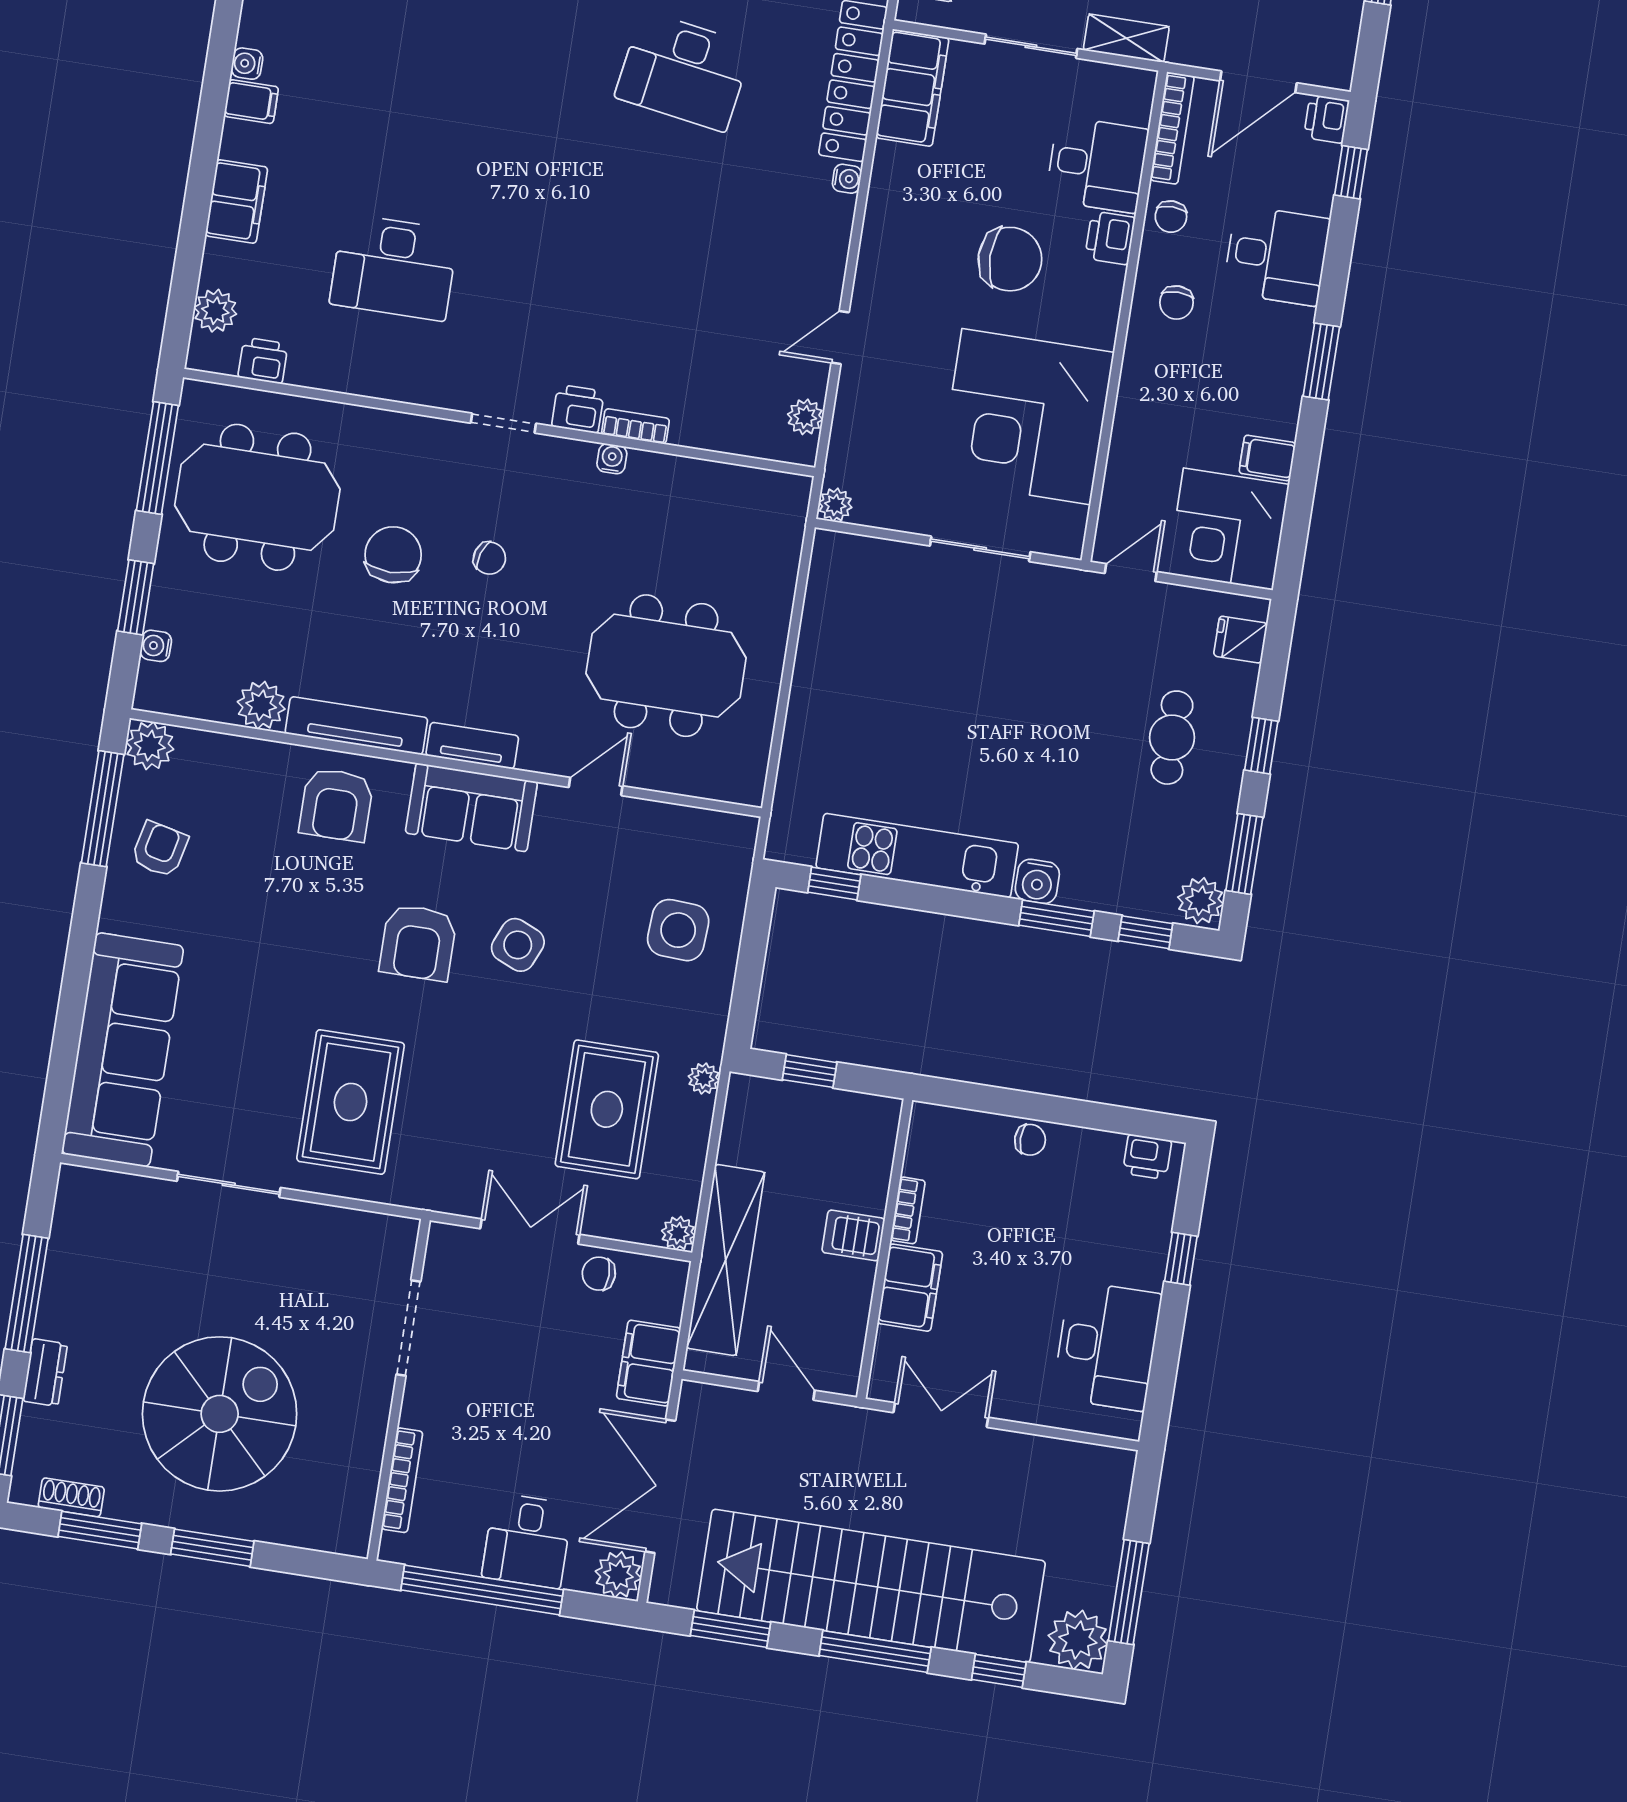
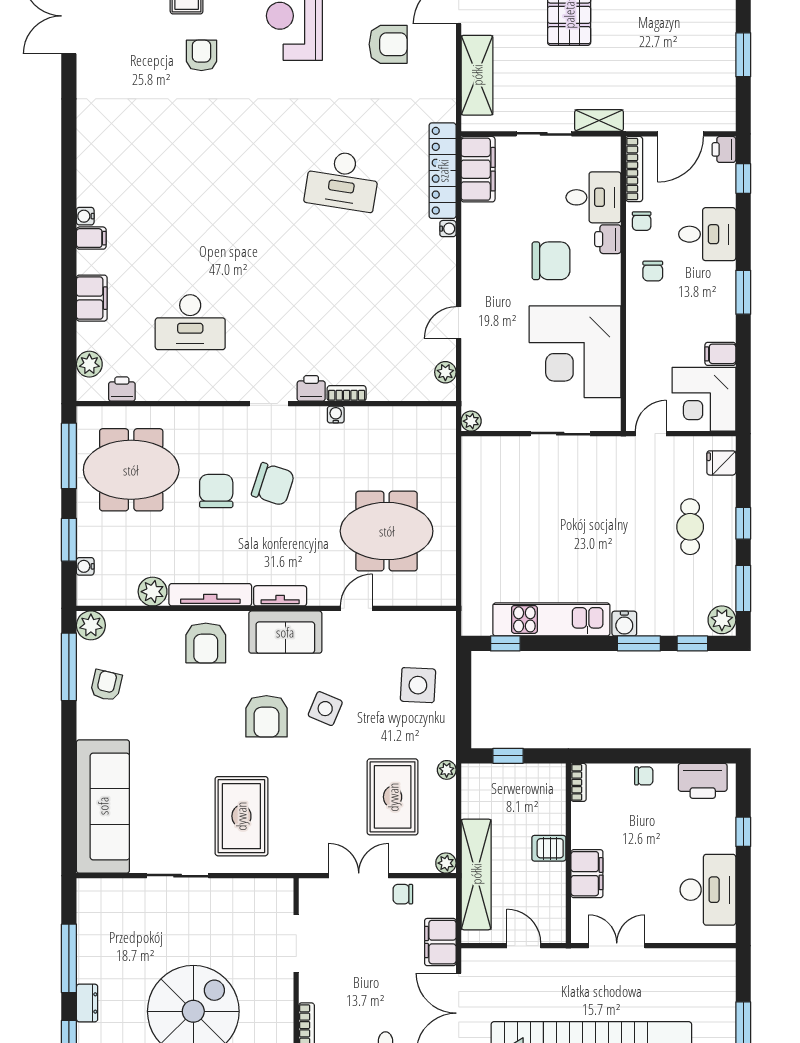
chair: (490, 558) -> (273, 484), width x1.87, depth x1.87
printer: (1147, 1157) -> (703, 781), width x1.87, depth x1.48
bookcase: (908, 1210) -> (579, 782), moved

